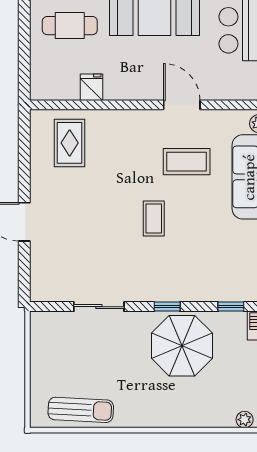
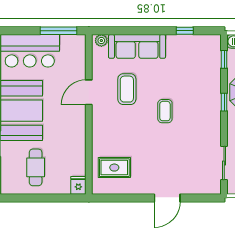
fridge: (91, 87) -> (78, 185), moved, turned 90
coffee table: (154, 218) -> (165, 111), turned 90
sliding door: (99, 307) -> (224, 163), moved

